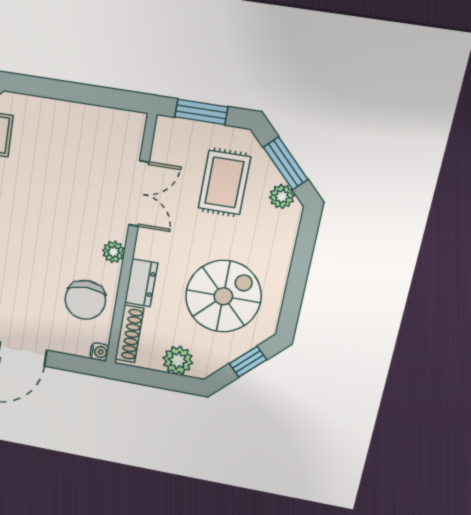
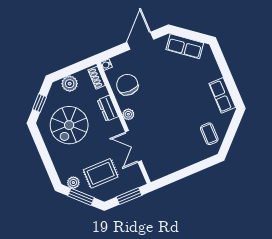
rug: (224, 183) -> (101, 173), turned 90
shoe rack: (129, 334) -> (97, 78), width x0.70

